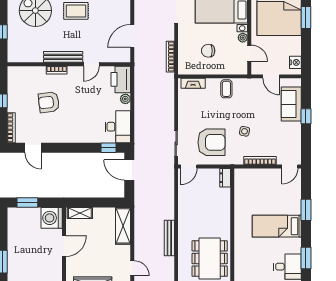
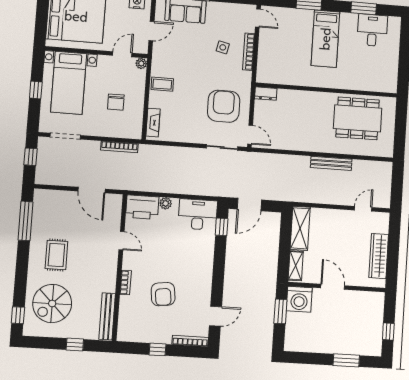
plant: (243, 38) -> (141, 63), moved
bench: (63, 57) -> (107, 316), moved
side table: (245, 131) -> (223, 47), moved
window: (27, 203) -> (280, 311), moved
shelving: (123, 226) -> (300, 228), moved, turned 90

